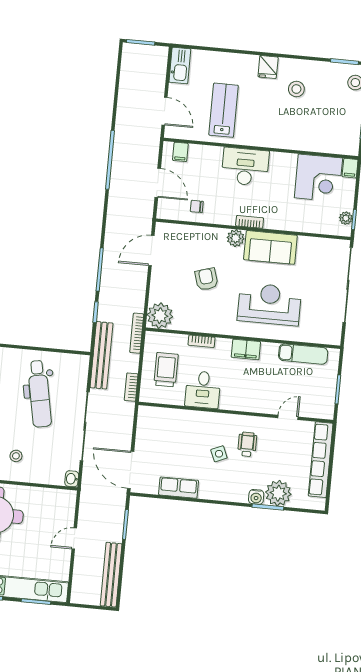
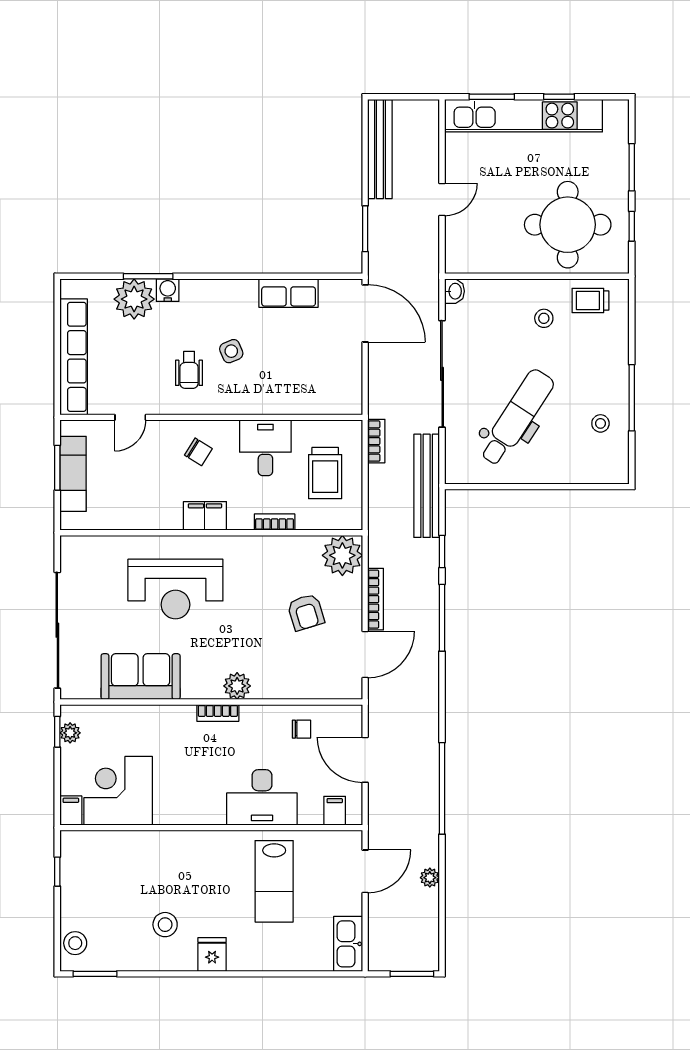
plant: (123, 103) -> (430, 878), added
door: (165, 111) -> (365, 871), swing flipped
desk: (245, 167) -> (262, 797), moved
sofa: (270, 247) -> (141, 677), moved
armchair: (206, 279) -> (306, 612), moved
bookcase: (137, 333) -> (376, 599), moved
exam couch: (303, 354) -> (73, 474), moved, turned 90
chair: (246, 391) -> (198, 452), added
dental chair: (39, 394) -> (517, 417), turned 44

